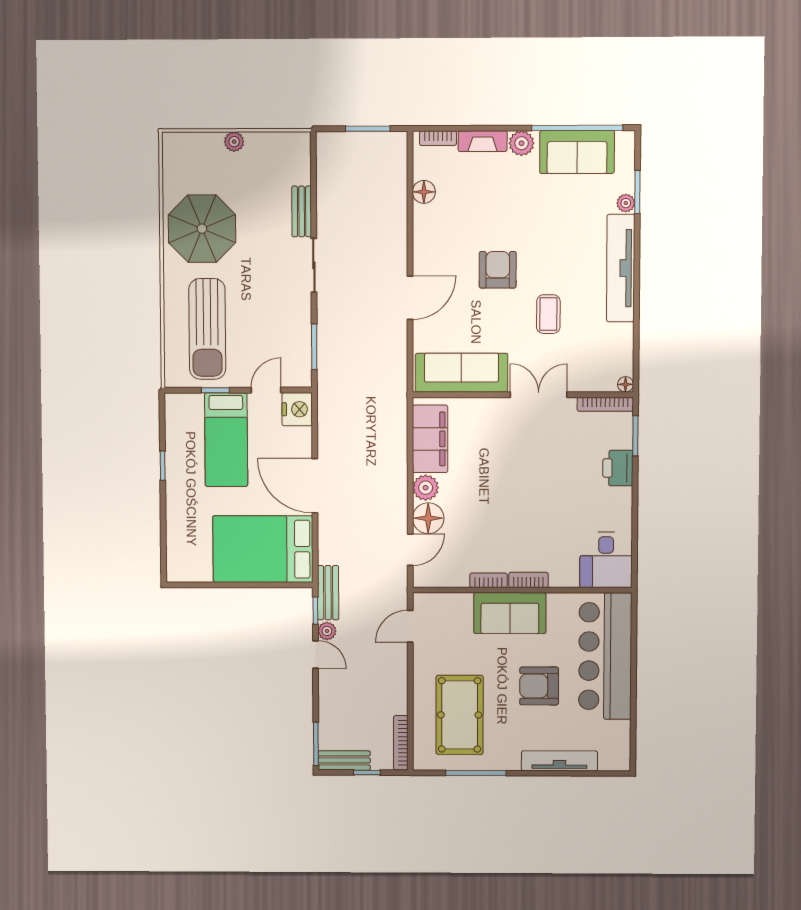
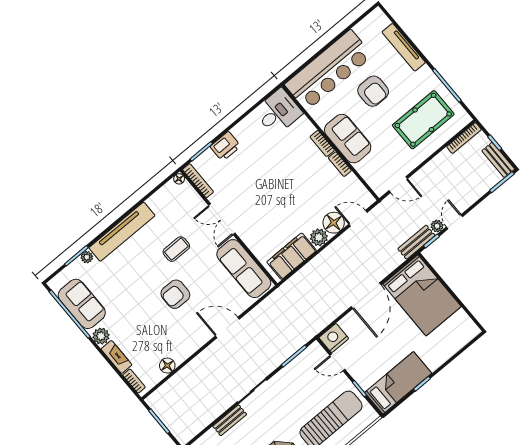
bed: (226, 440) -> (398, 383), moved

